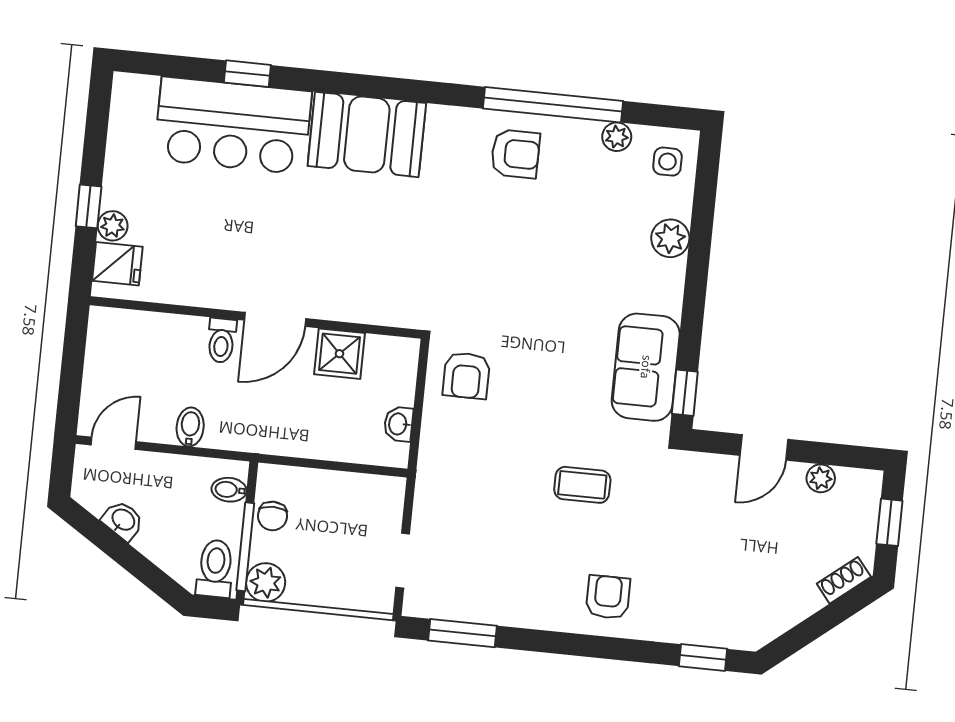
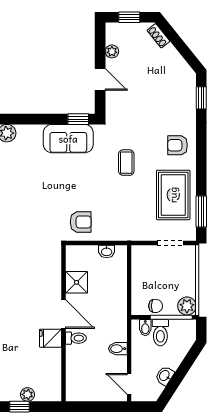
fridge: (117, 264) -> (50, 338), moved, turned -90
toilet: (215, 568) -> (160, 333), moved, turned -90
rug: (504, 577) -> (173, 195), added

